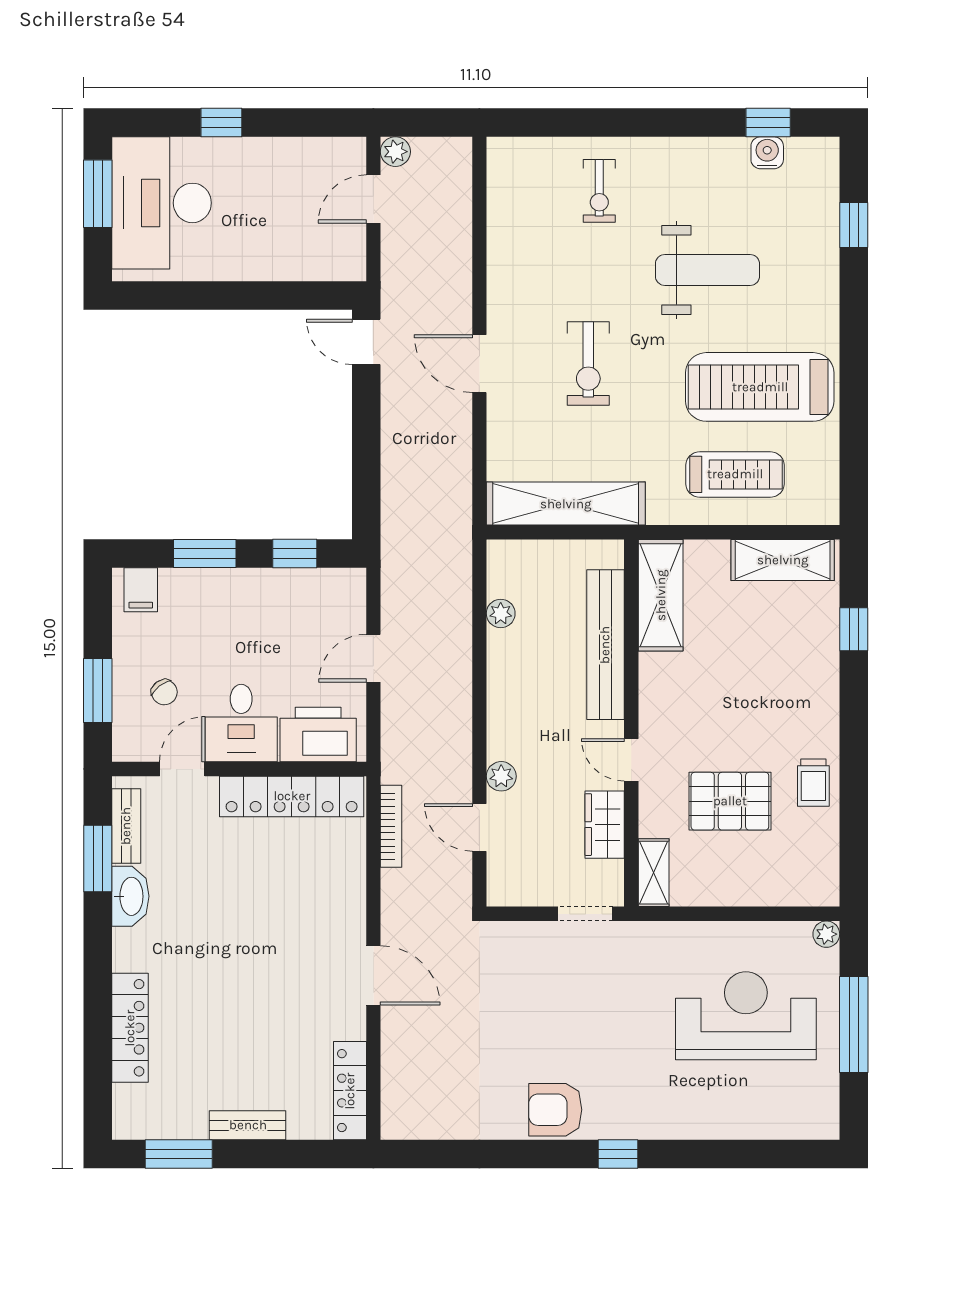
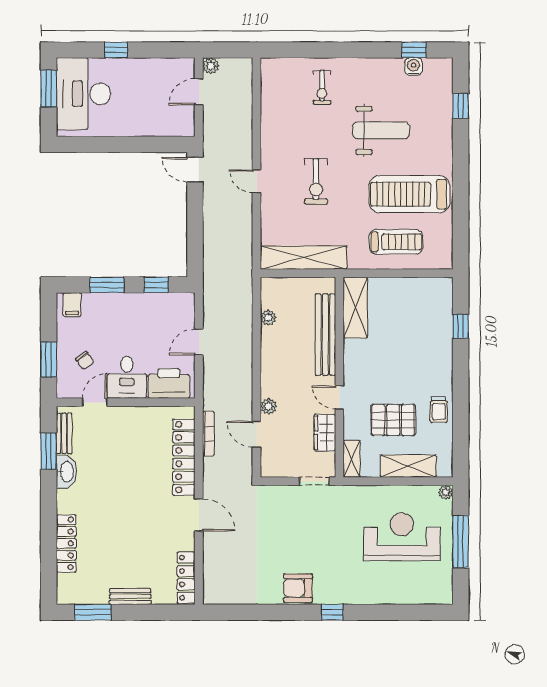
door: (479, 364) -> (257, 181), width x0.73
shelving: (783, 560) -> (408, 466), moved
locker: (292, 796) -> (184, 457), moved, turned 90

